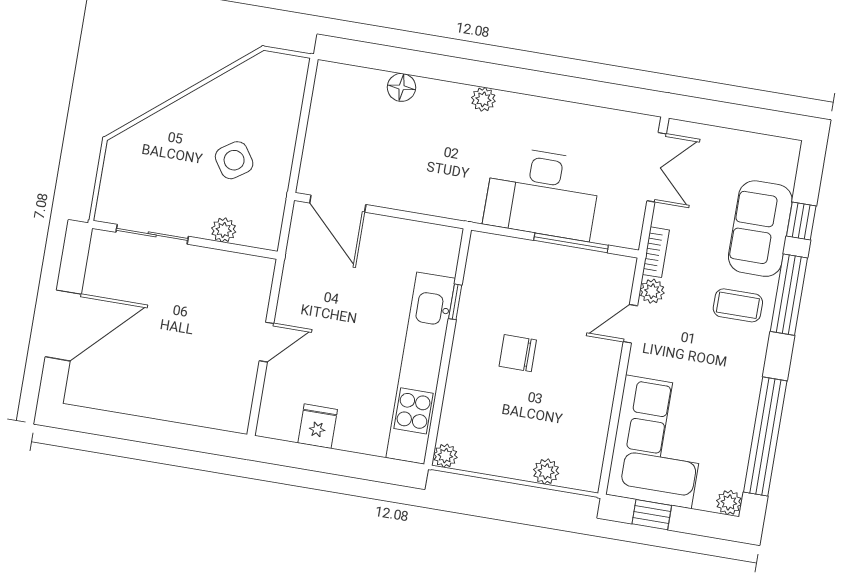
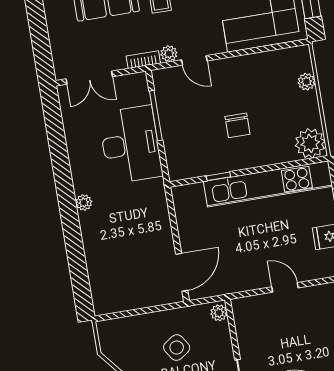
floor lamp: (401, 87) -> (94, 257), removed
double door: (657, 167) -> (89, 78), swing flipped
plant: (224, 230) -> (219, 313), moved
plant: (445, 456) -> (310, 143), width x1.88, depth x1.88

